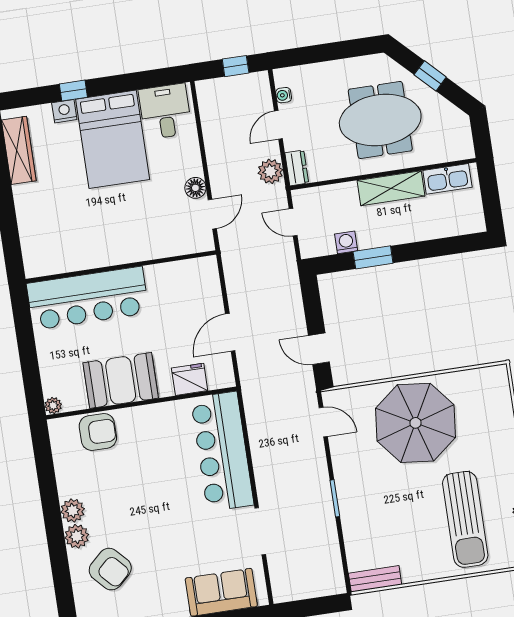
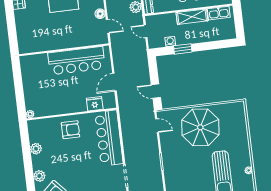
door: (212, 214) -> (108, 26), hinge flipped
bar counter: (88, 298) -> (76, 61), moved
booth: (121, 380) -> (62, 103), removed
armchair: (98, 432) -> (71, 130), moved
plant: (73, 511) -> (36, 149), moved

